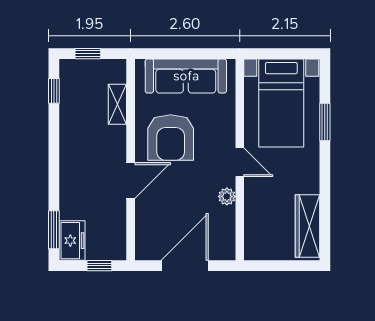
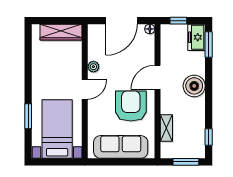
window: (88, 54) -> (186, 162), width x1.50
door: (240, 162) -> (85, 89), swing flipped
boiler: (76, 168) -> (194, 86), added
wardrobe: (307, 226) -> (61, 32), moved, turned 90
floor lamp: (142, 253) -> (150, 29), added

